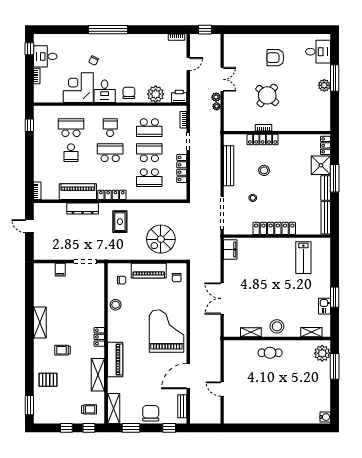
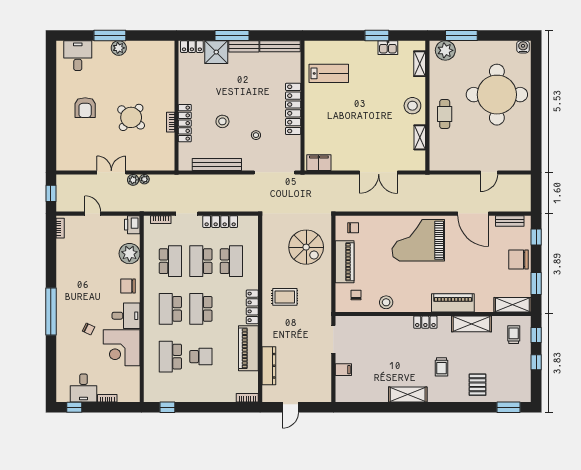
school desk: (110, 128) -> (170, 309), width x1.85
dresser: (83, 208) -> (269, 366), moved
round table: (286, 396) -> (497, 95), added

